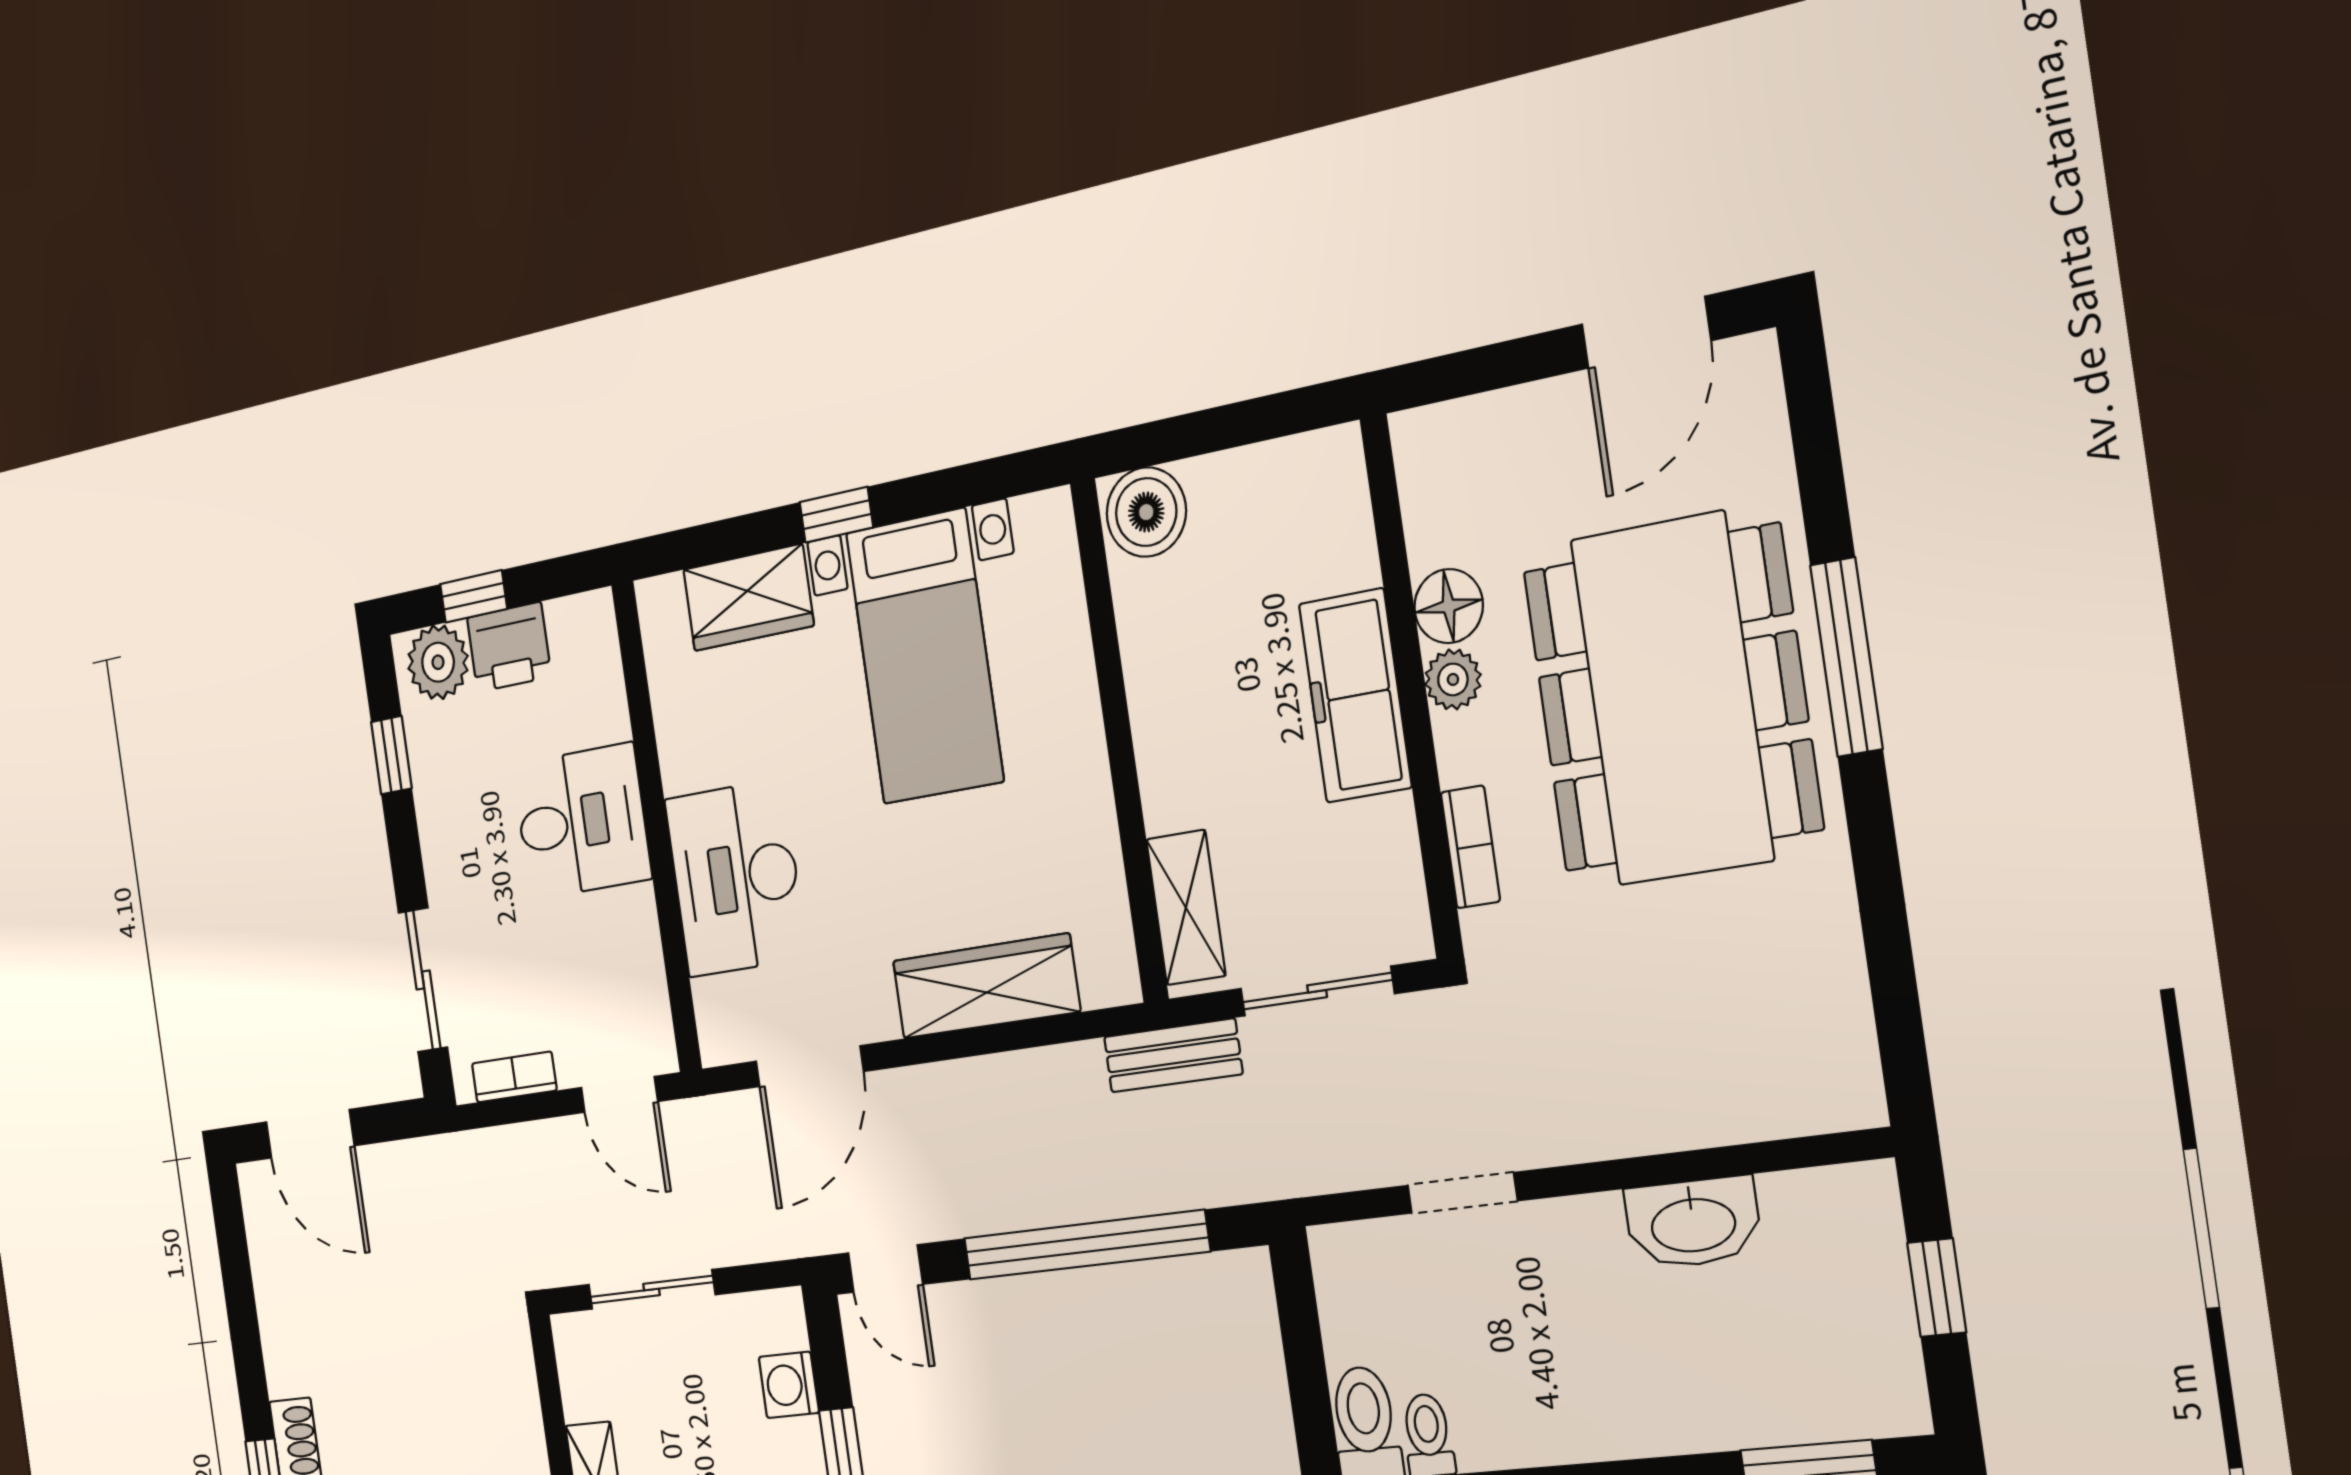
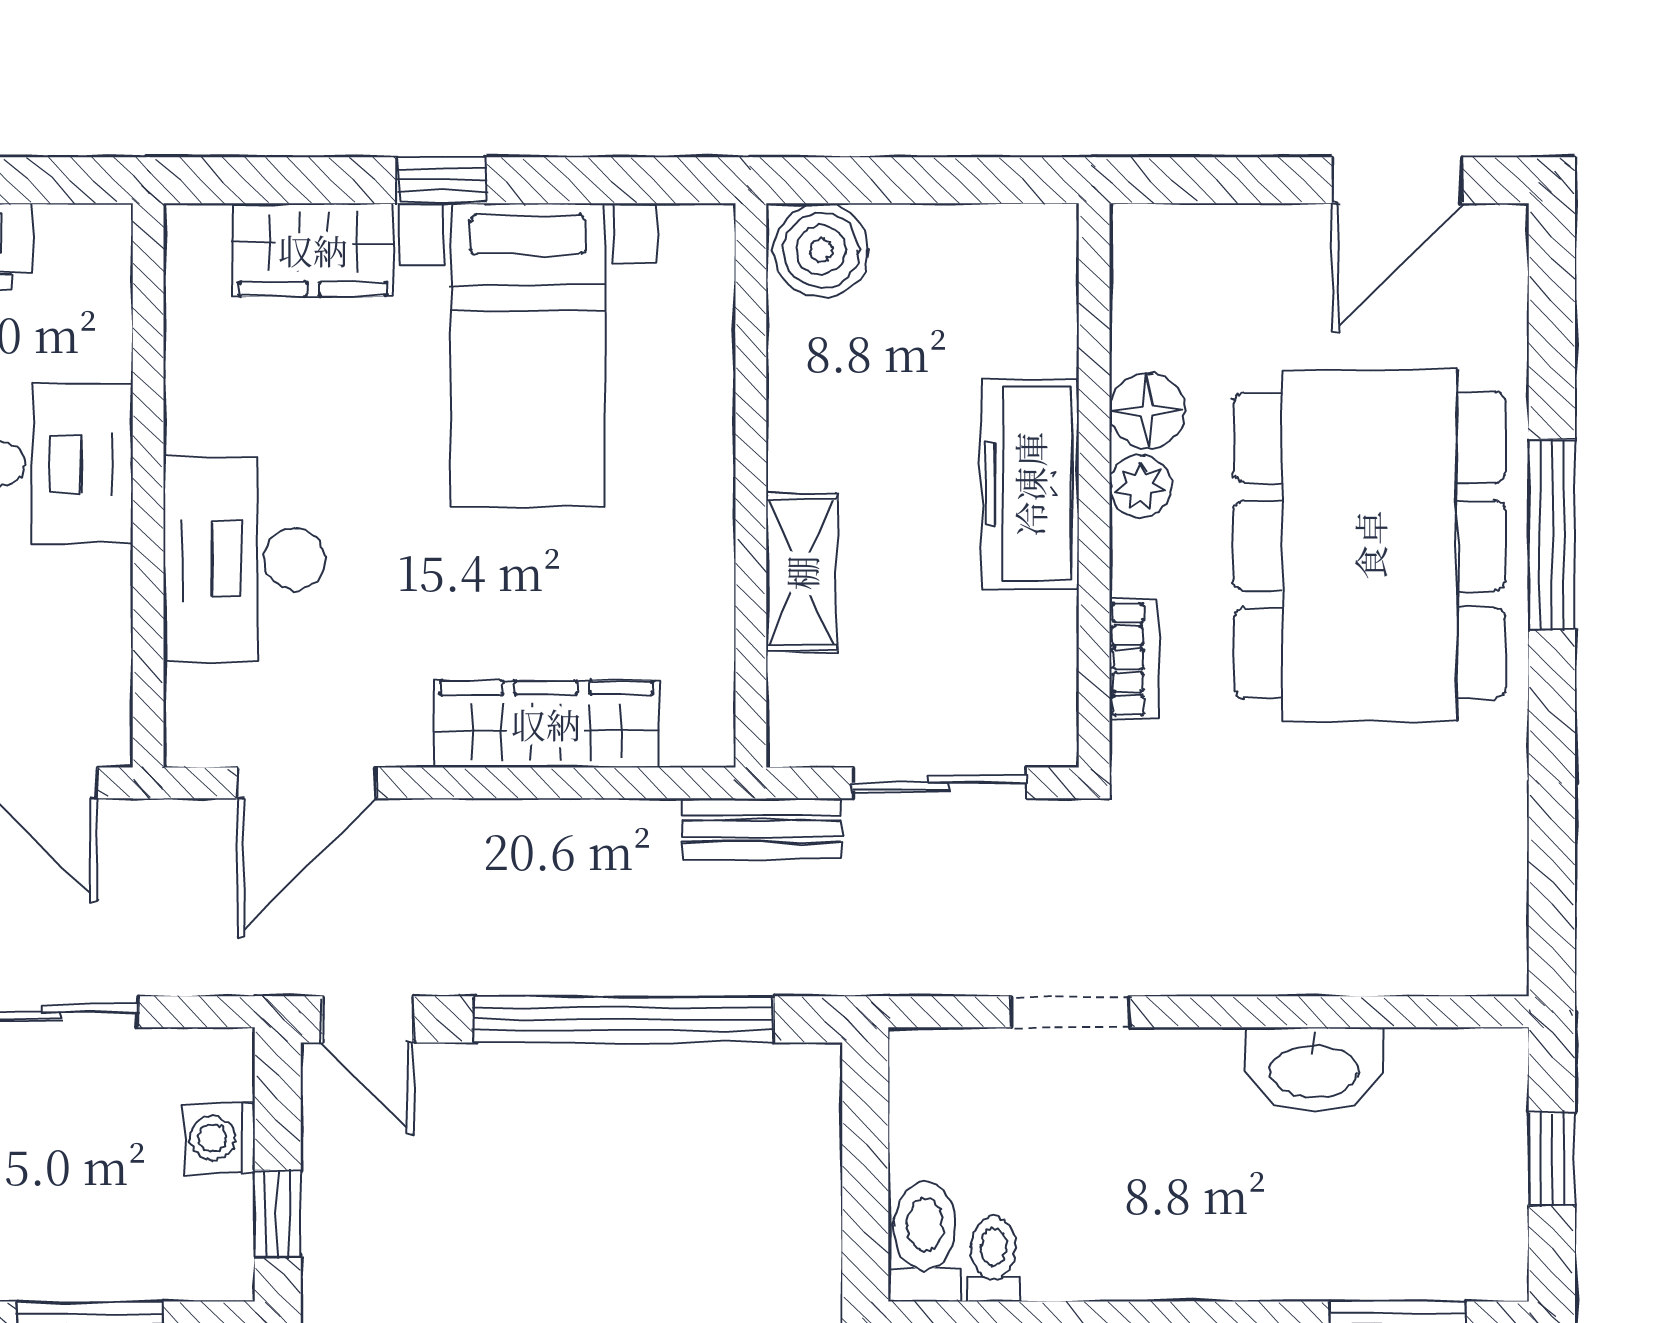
shelving: (1186, 907) -> (802, 573), moved

